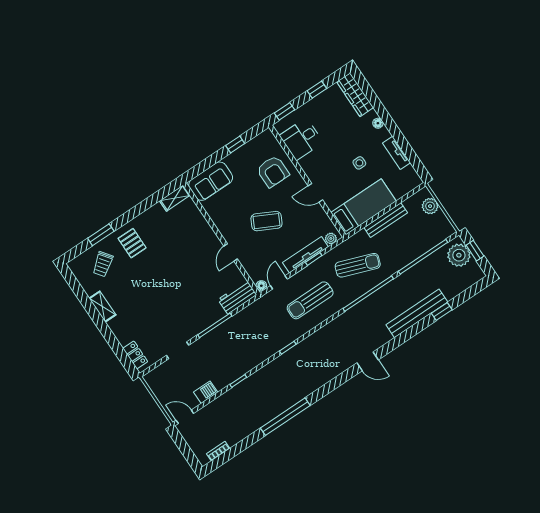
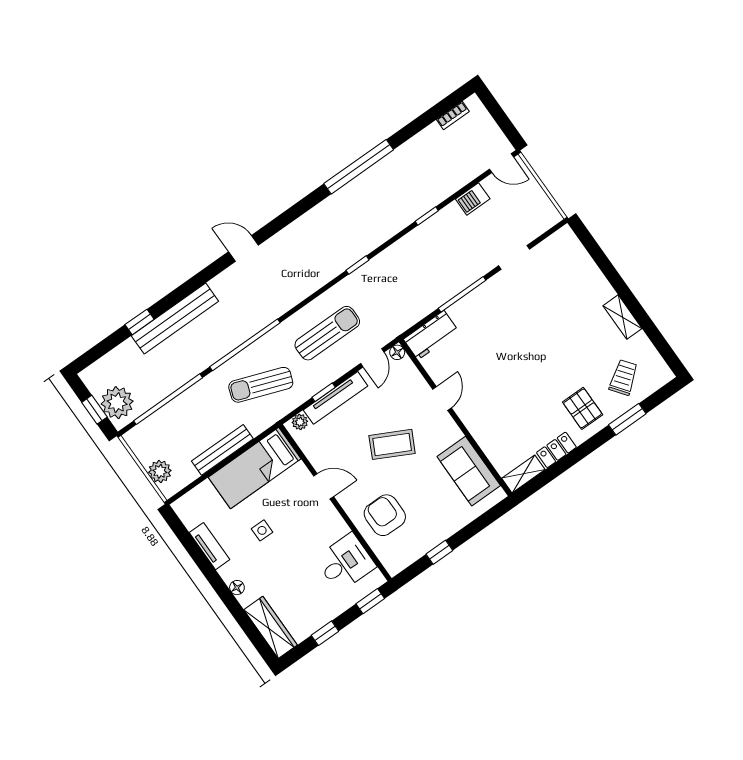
sofa: (211, 181) -> (469, 471), moved, turned -90
locker: (135, 355) -> (556, 450), moved, turned 90

